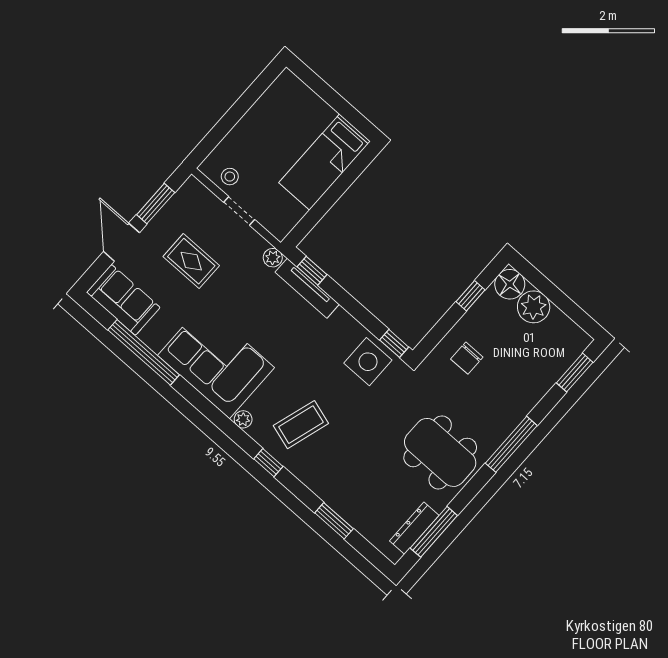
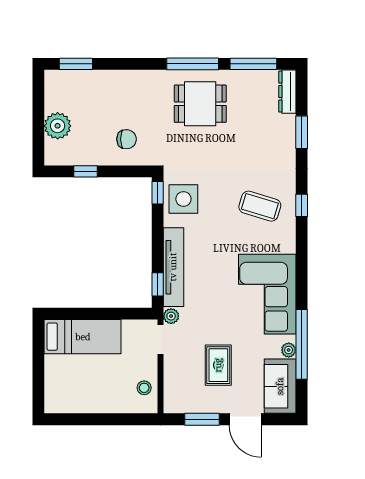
doorway: (239, 211) -> (160, 339), moved
door: (121, 242) -> (245, 419), hinge flipped
floor lamp: (510, 284) -> (57, 153), removed
tv unit: (307, 288) -> (173, 267), width x1.36, depth x1.29
plant: (243, 419) -> (289, 350), moved
window: (511, 444) -> (193, 64), moved
dining table: (440, 452) -> (200, 104), width x0.73
dresser: (414, 528) -> (287, 92), moved, turned 90

